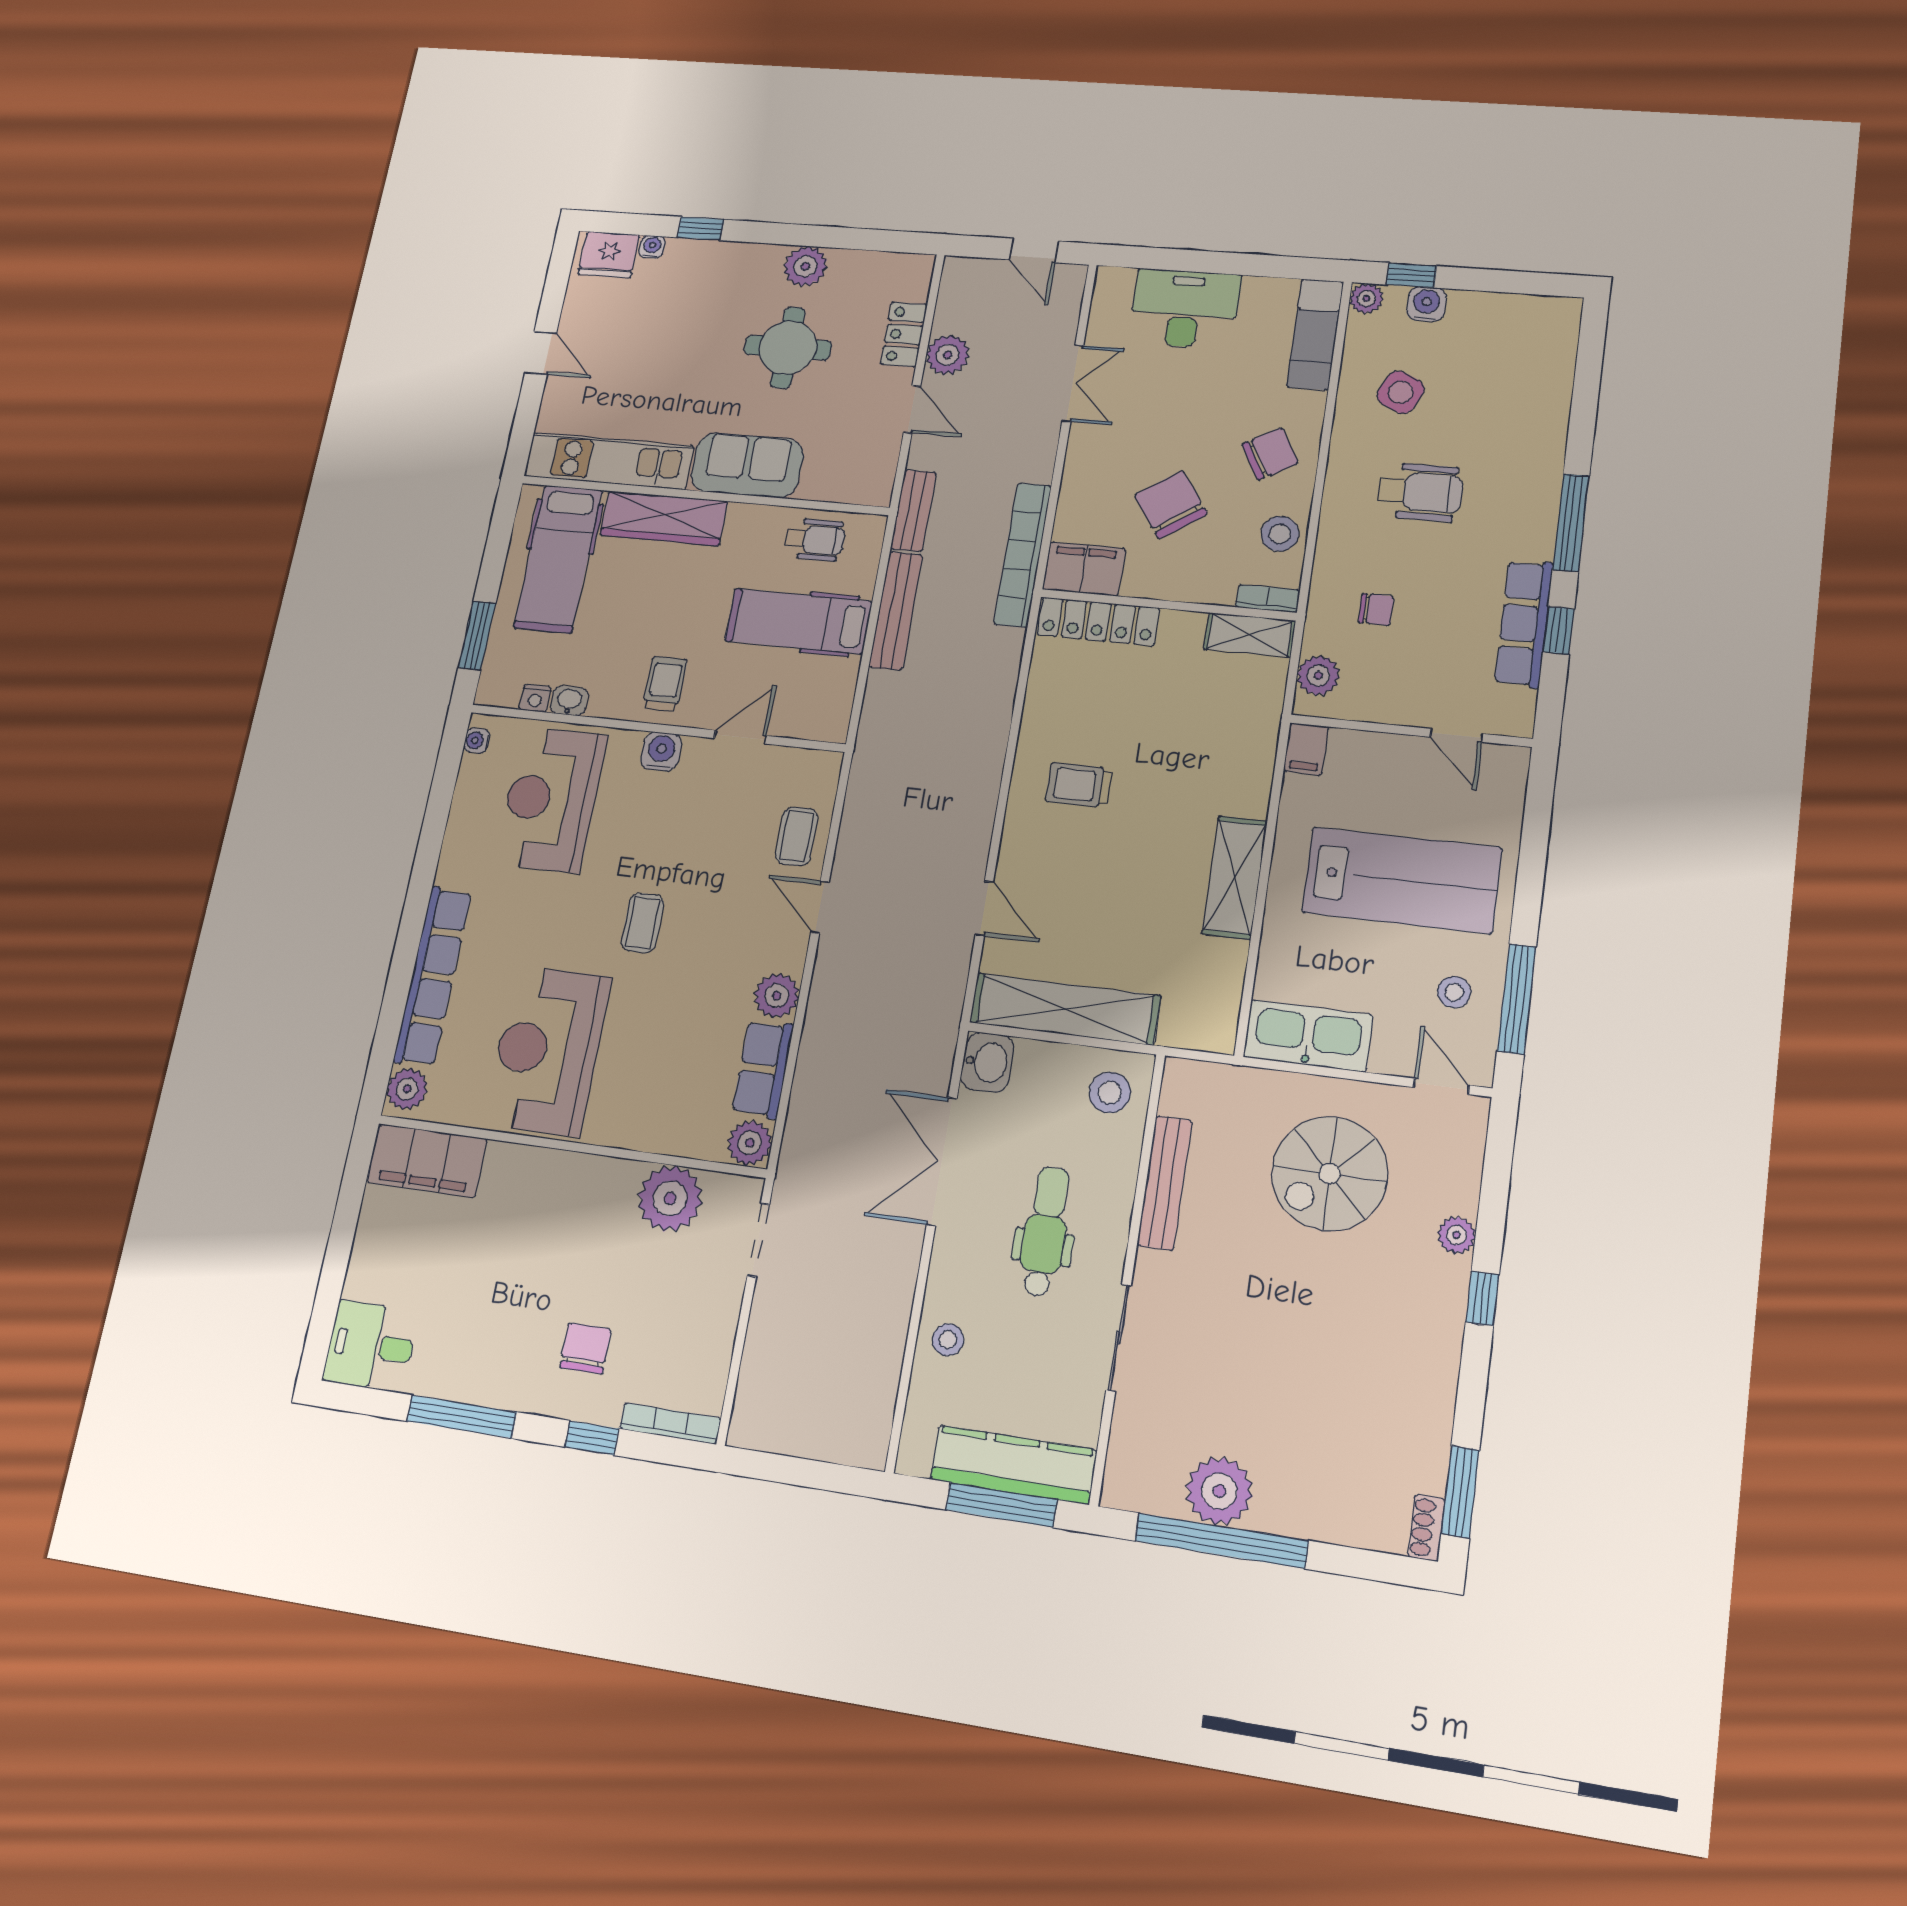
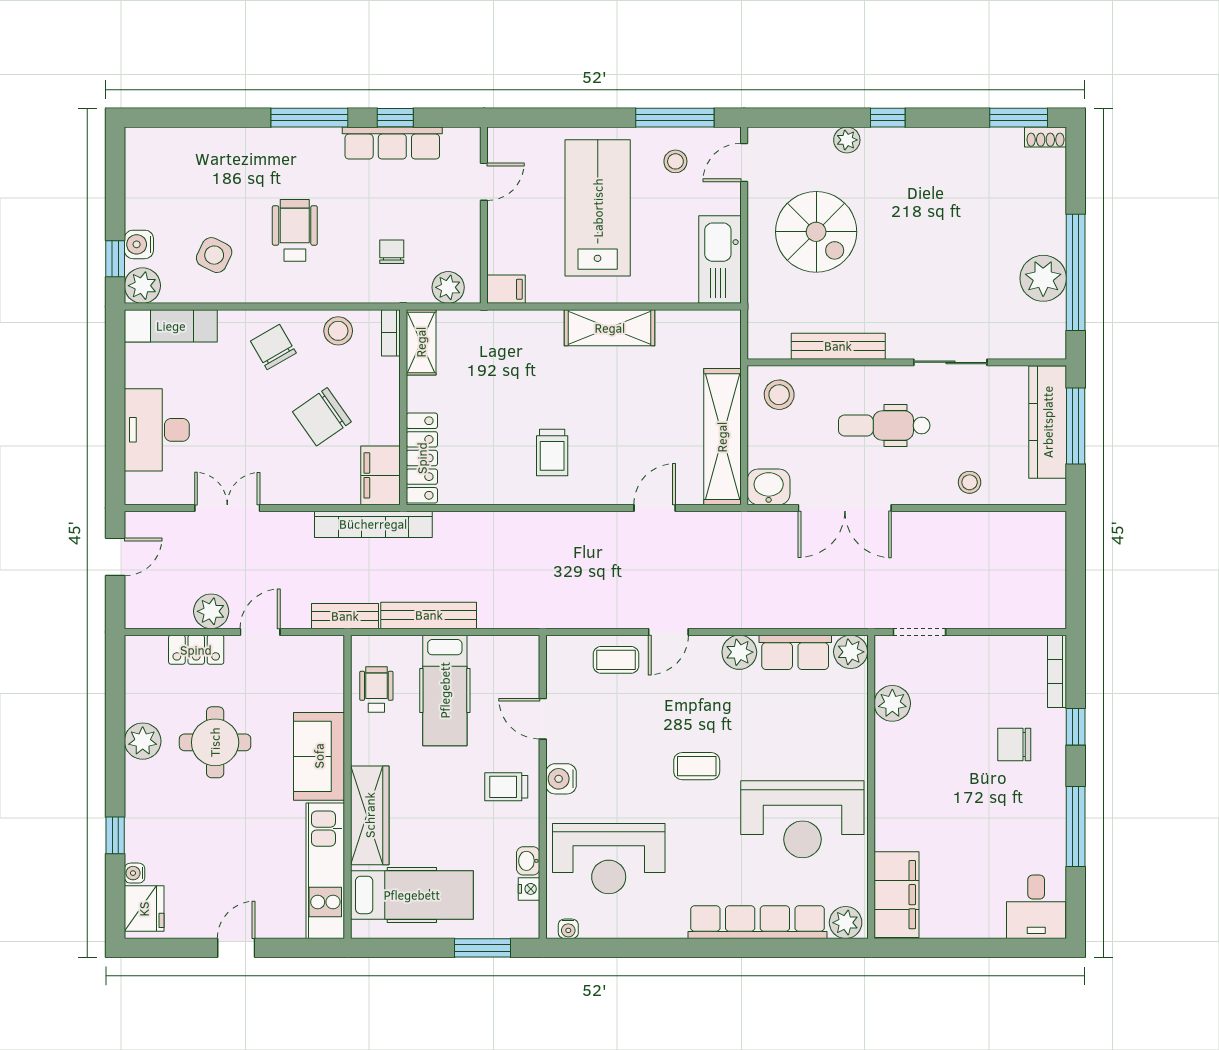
plant: (1367, 299) -> (142, 286), width x1.38, depth x1.38
plant: (670, 1198) -> (892, 703), width x0.73, depth x0.73

